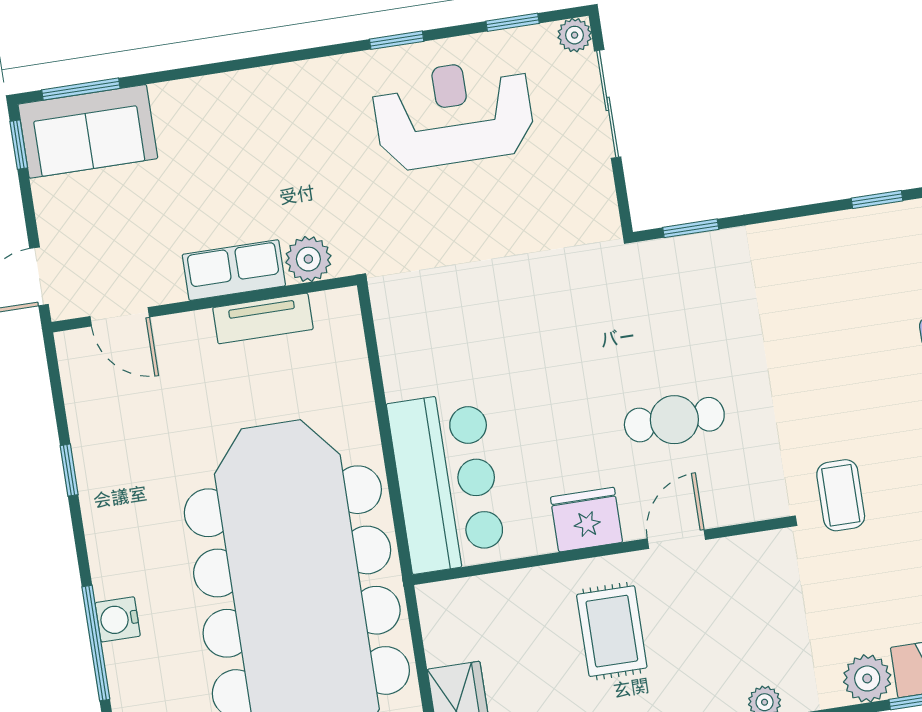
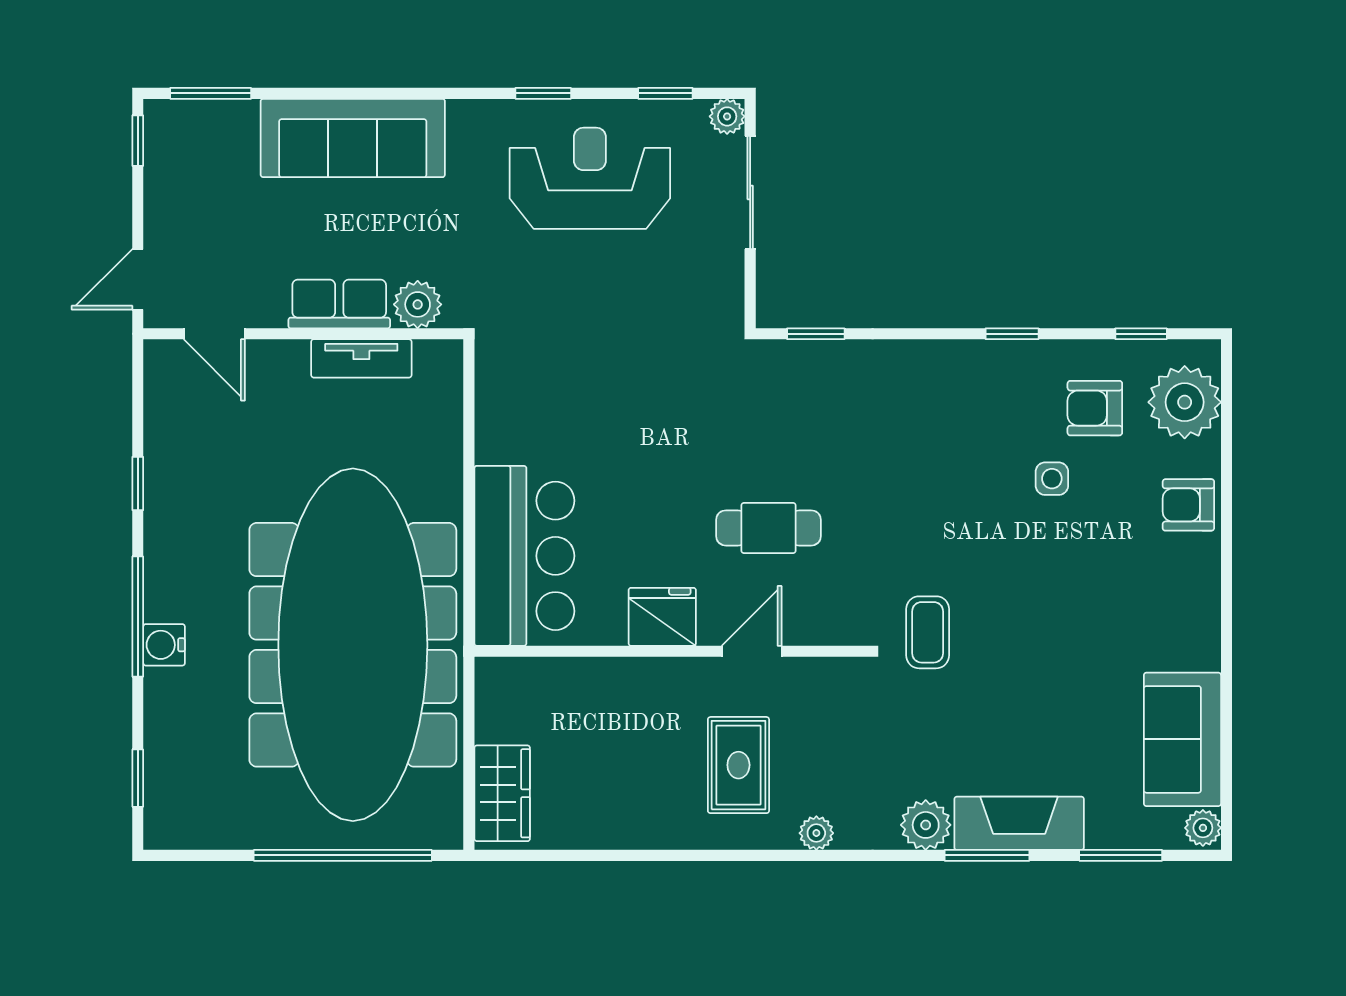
sofa: (88, 131) -> (353, 138), moved, width x1.36
rug: (612, 631) -> (738, 765), moved
window: (96, 643) -> (138, 617), moved

